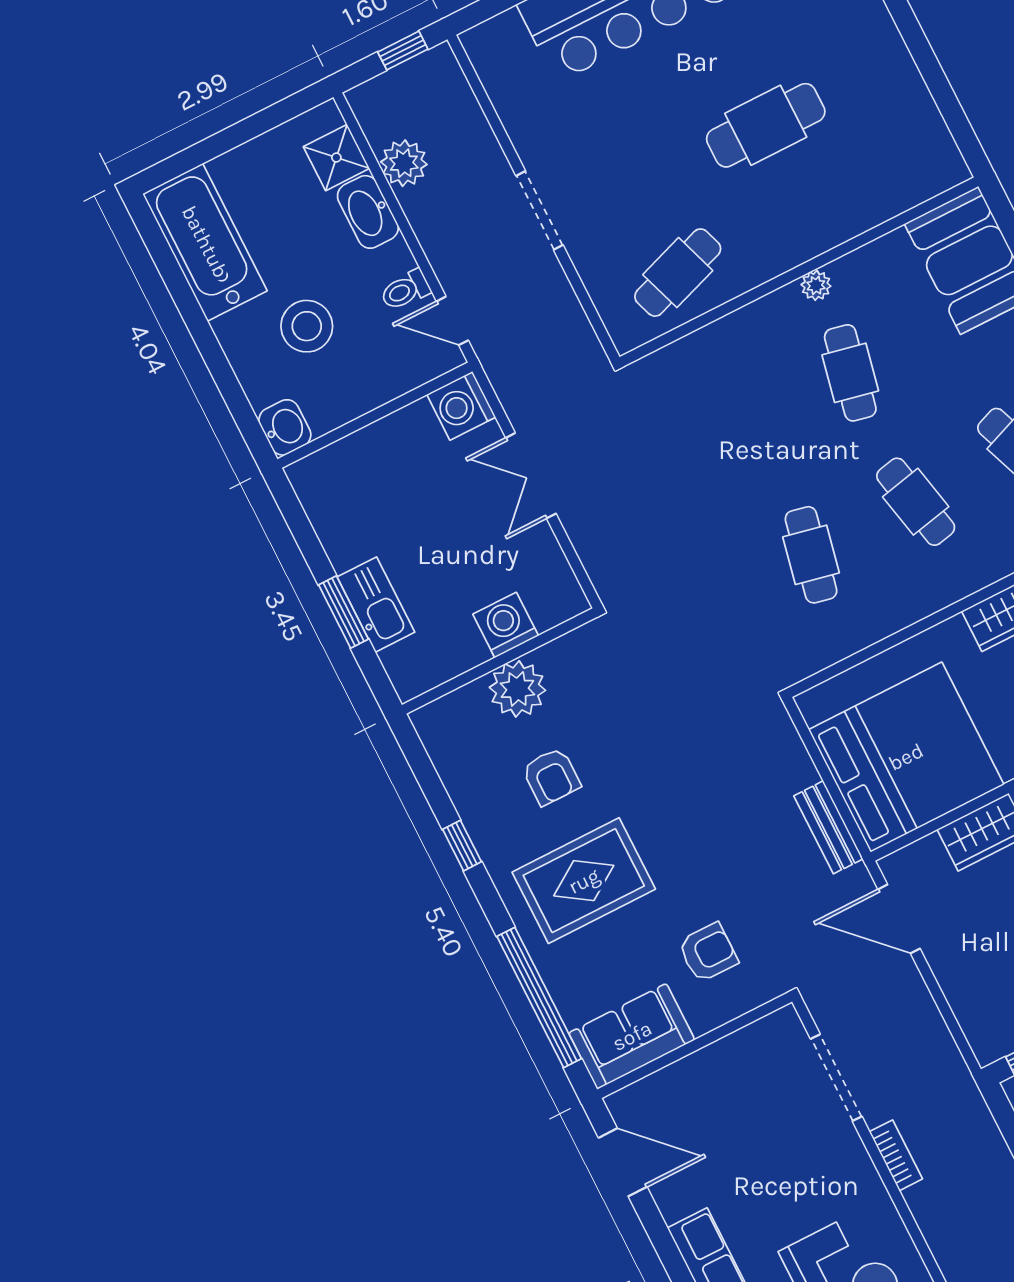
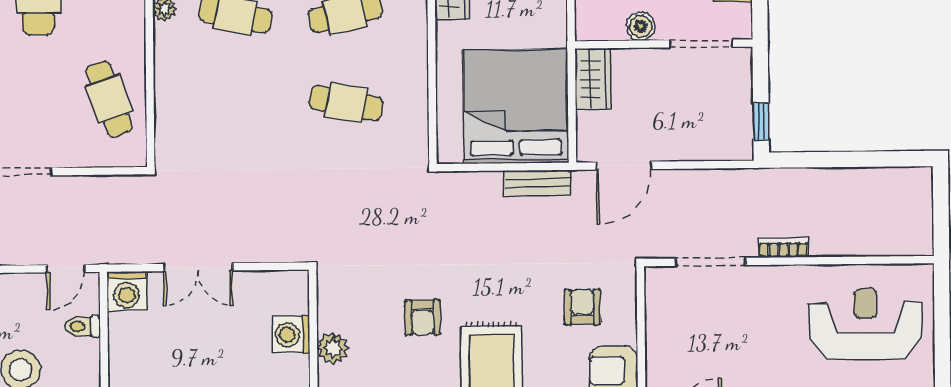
toilet: (405, 290) -> (83, 326), moved, turned 90
plant: (517, 689) -> (333, 348), width x0.73, depth x0.73
armchair: (551, 776) -> (423, 317), moved, turned 90

